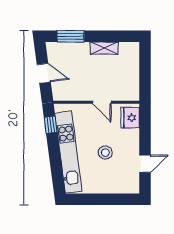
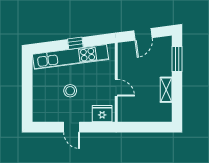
door: (102, 102) -> (116, 88), swing flipped
window: (51, 125) -> (75, 43), moved
door: (145, 164) -> (72, 127), moved

